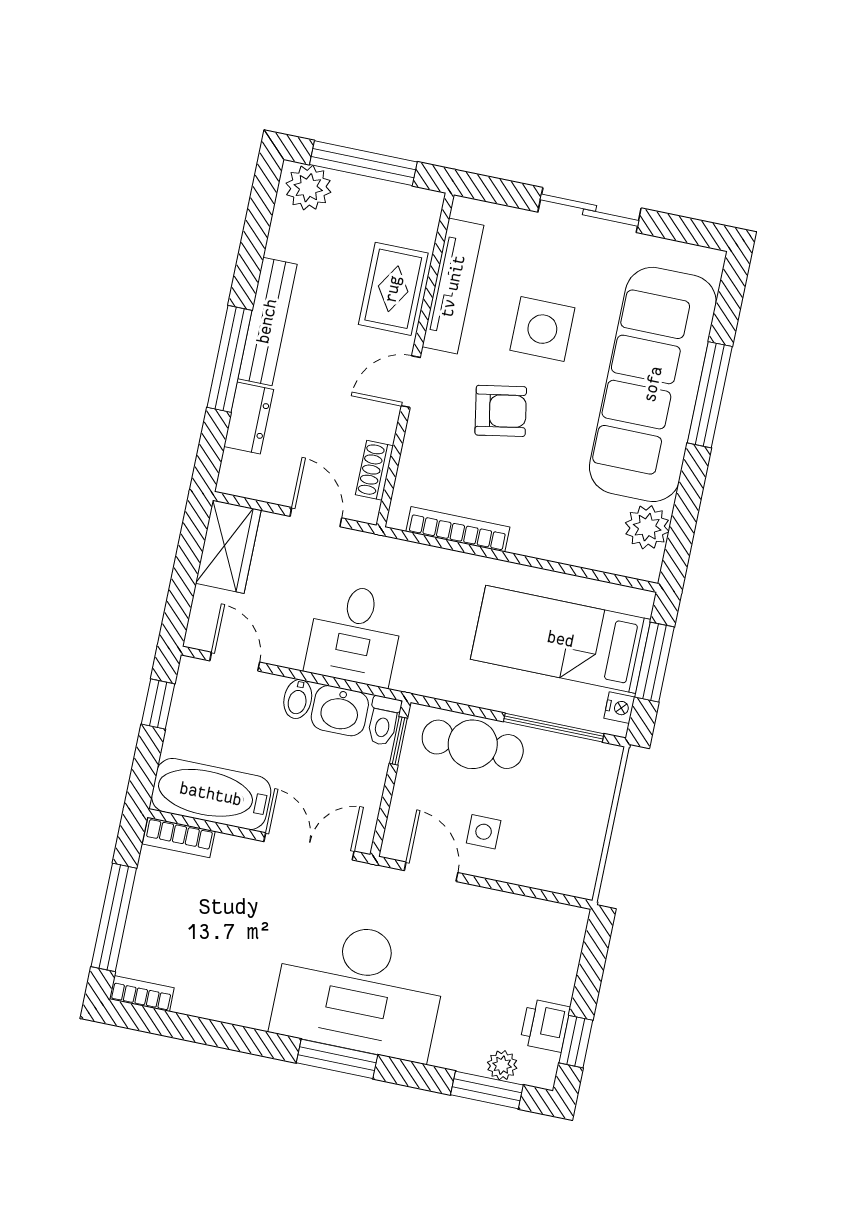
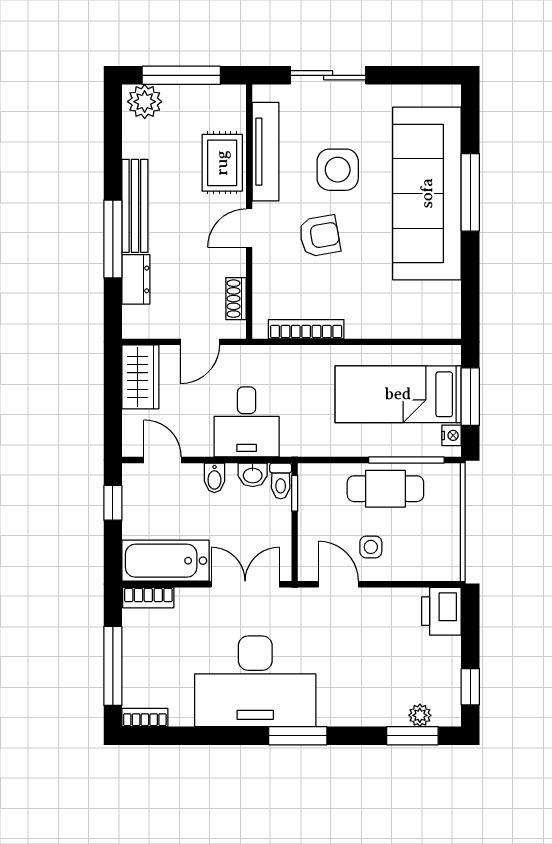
sliding door: (590, 210) -> (328, 75), moved
door: (316, 517) -> (200, 342), swing flipped
plant: (647, 527) -> (444, 299), removed
washbasin: (340, 711) -> (253, 475), width x0.72, depth x0.69
cafe table: (473, 744) -> (385, 489), moved
desk: (359, 989) -> (255, 681), moved
printer: (545, 1025) -> (441, 611), moved, width x1.36, depth x1.24

